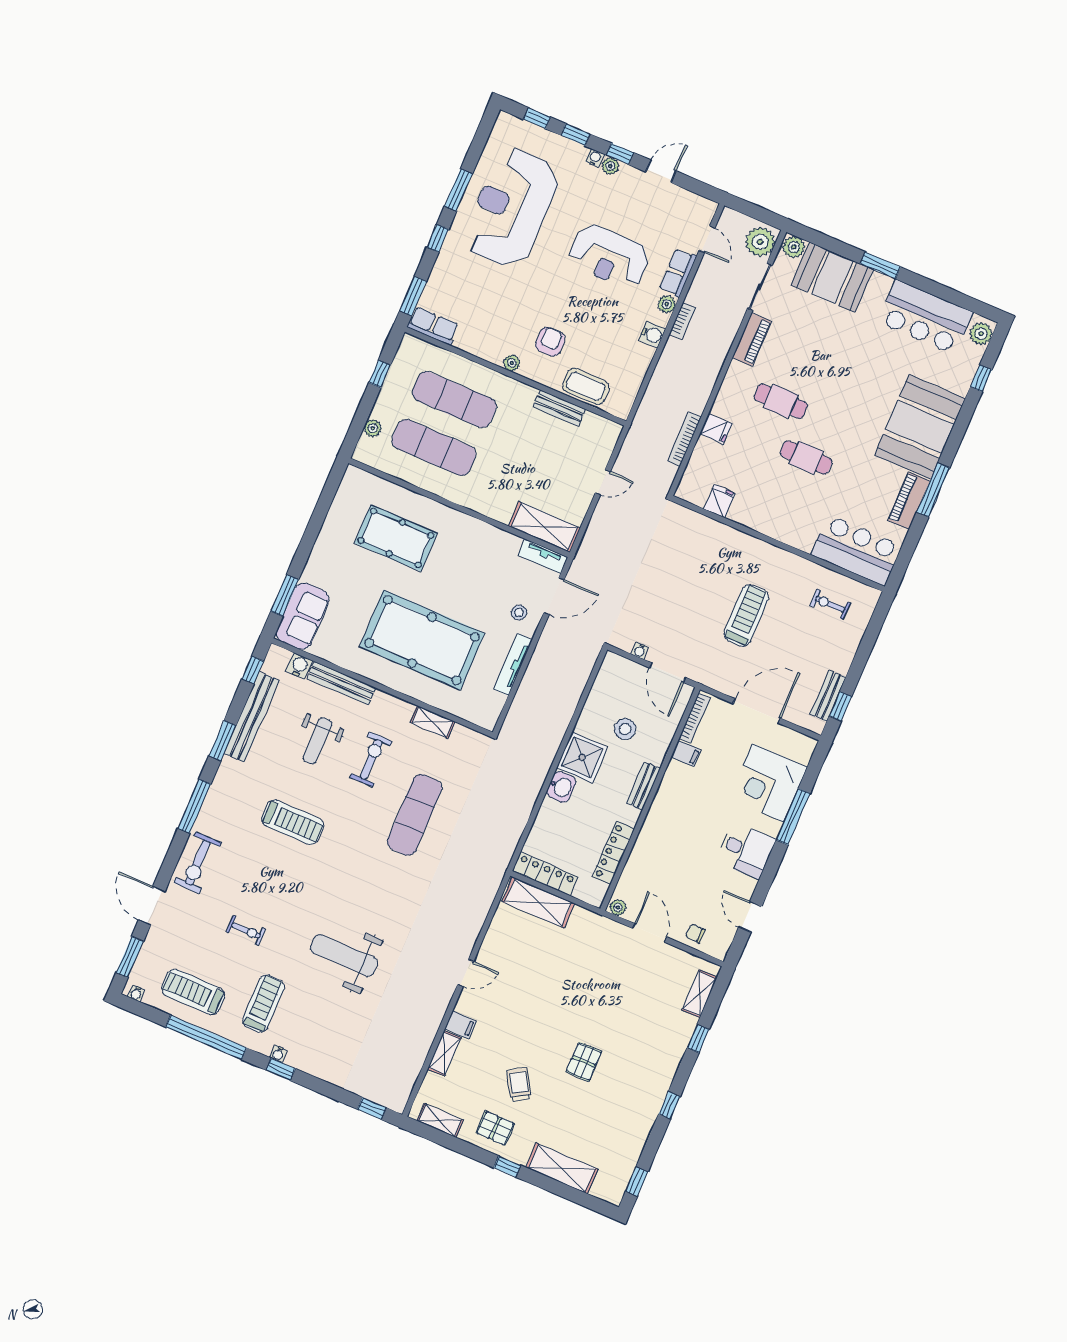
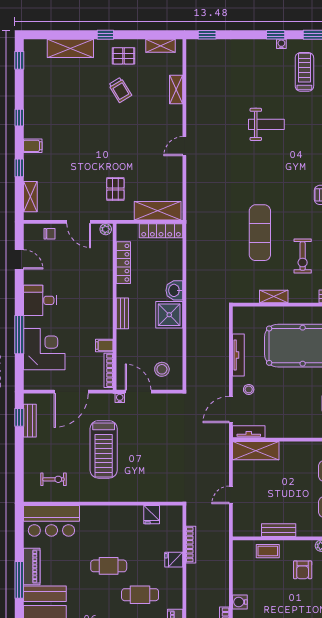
coffee table: (586, 386) -> (268, 551), width x0.73, depth x0.77
treadmill: (746, 615) -> (104, 449), width x1.37, depth x1.38
water cooler: (640, 651) -> (120, 398), moved
stool: (625, 729) -> (162, 369), moved
weight bench: (344, 955) -> (266, 124), width x0.73, depth x0.75
treadmill: (263, 1003) -> (304, 72), turned 180
filing cabinet: (461, 1025) -> (33, 146), moved, turned 180
pallet: (584, 1062) -> (115, 189), moved

